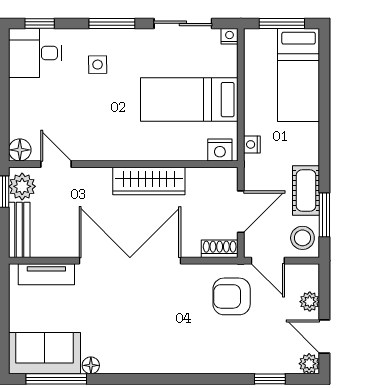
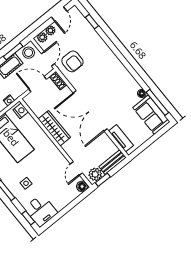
plant: (309, 364) -> (42, 37), moved

